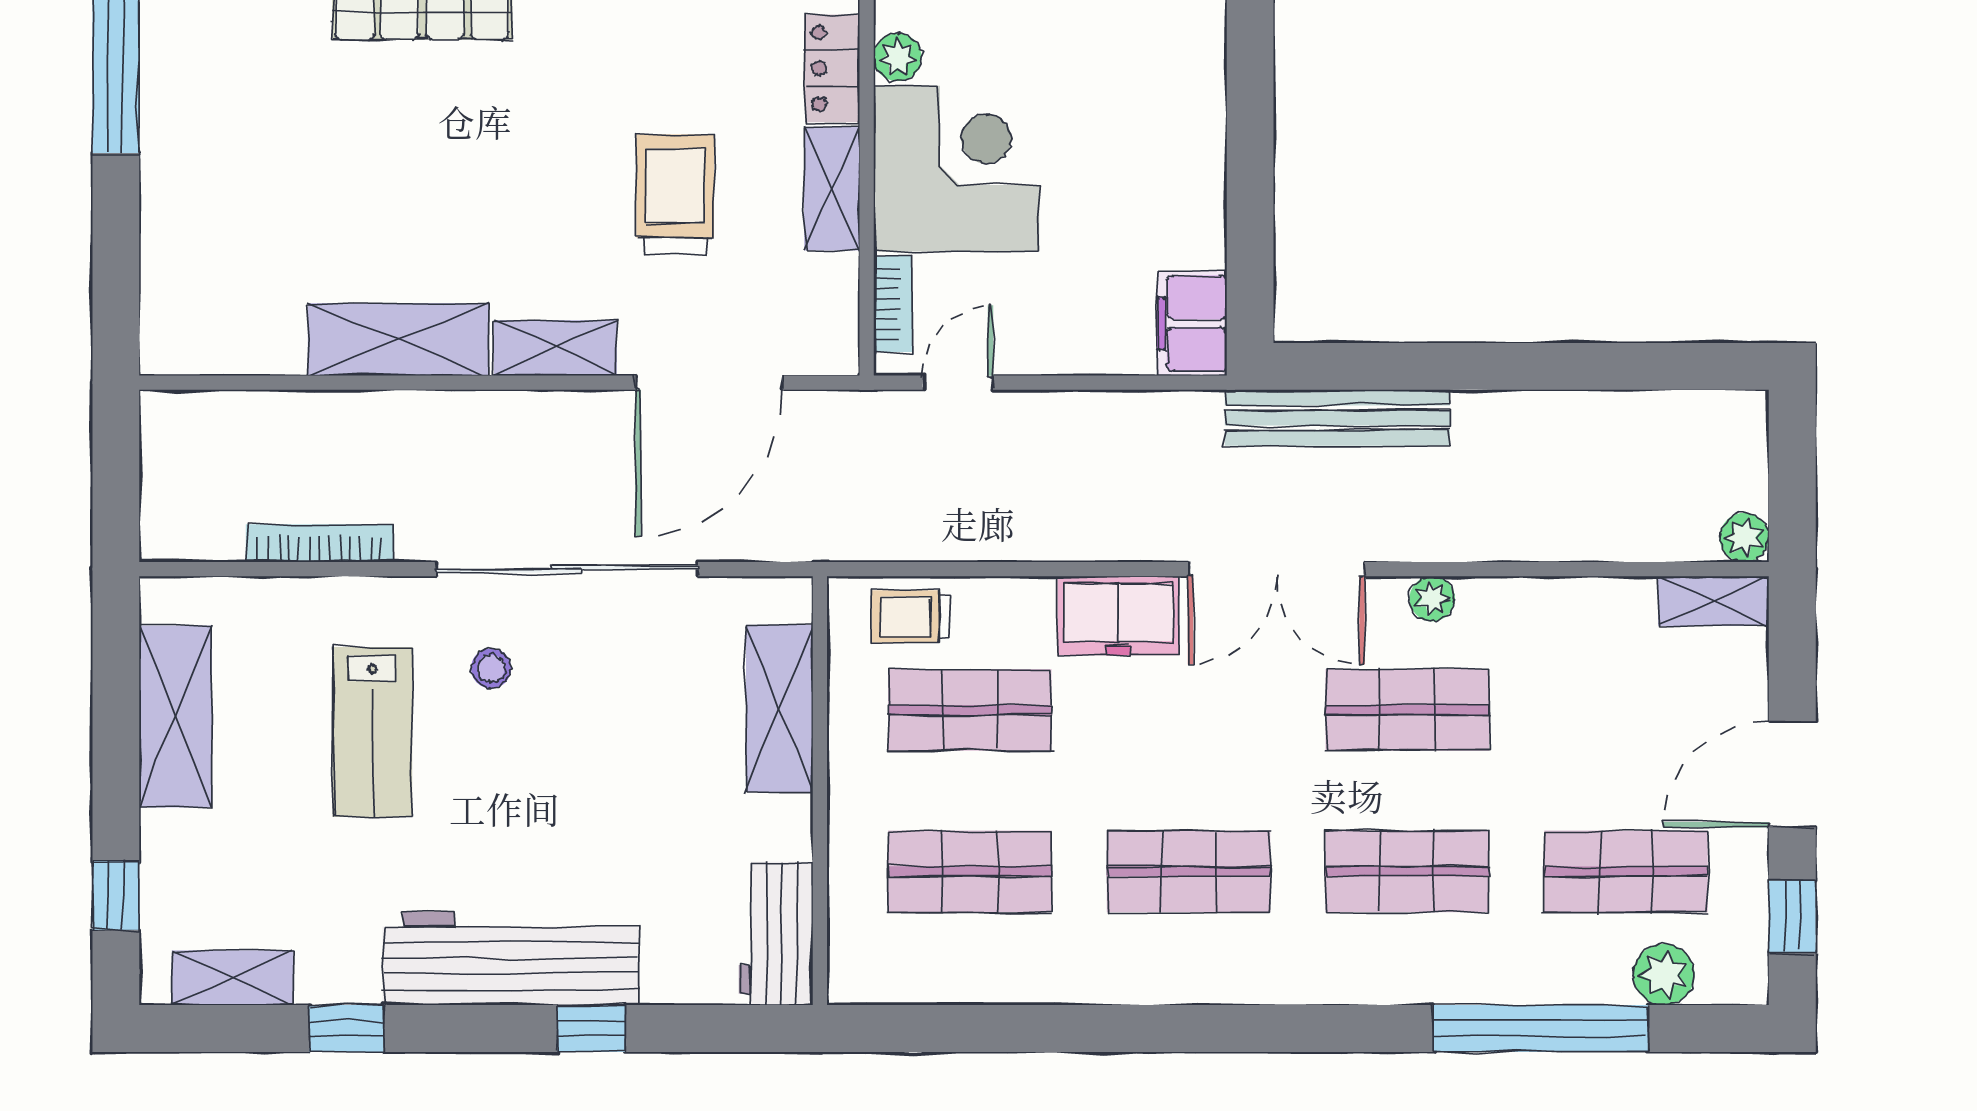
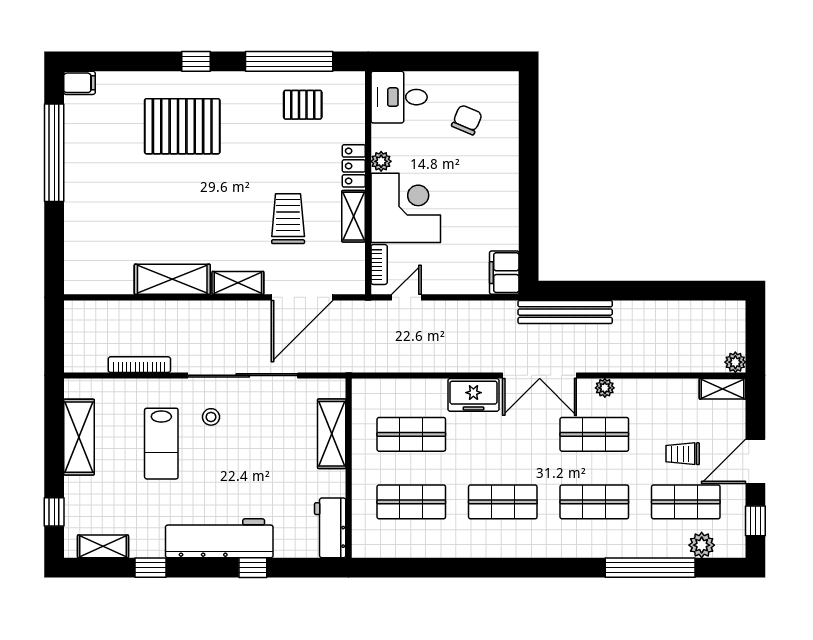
trolley: (911, 616) -> (683, 454), moved

